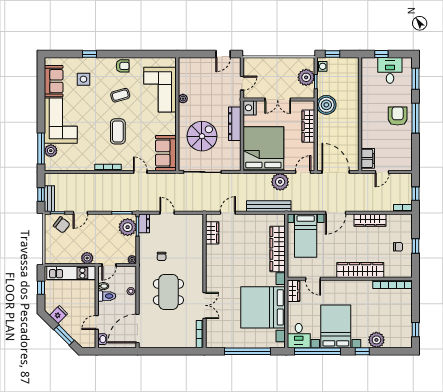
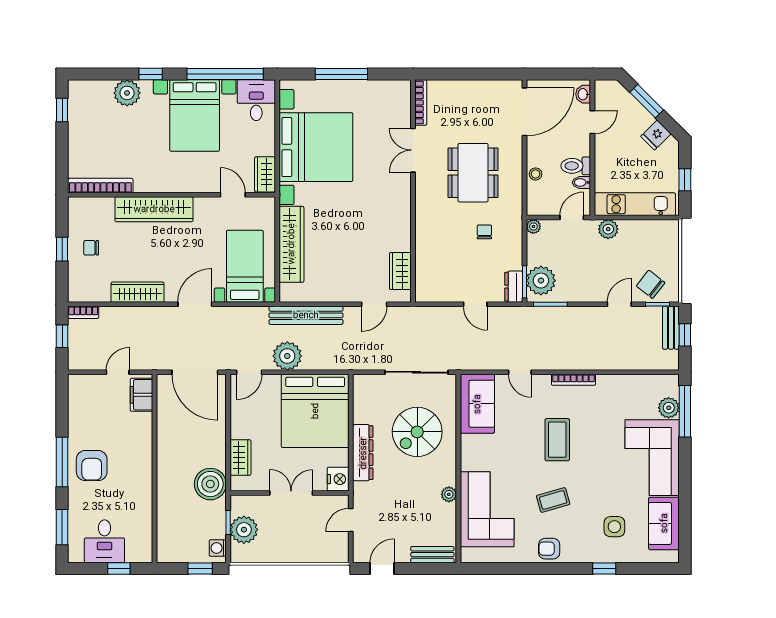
bench: (193, 62) -> (432, 555), added
wardrobe: (308, 126) -> (240, 458), width x0.67
window: (248, 351) -> (341, 74), width x0.68

